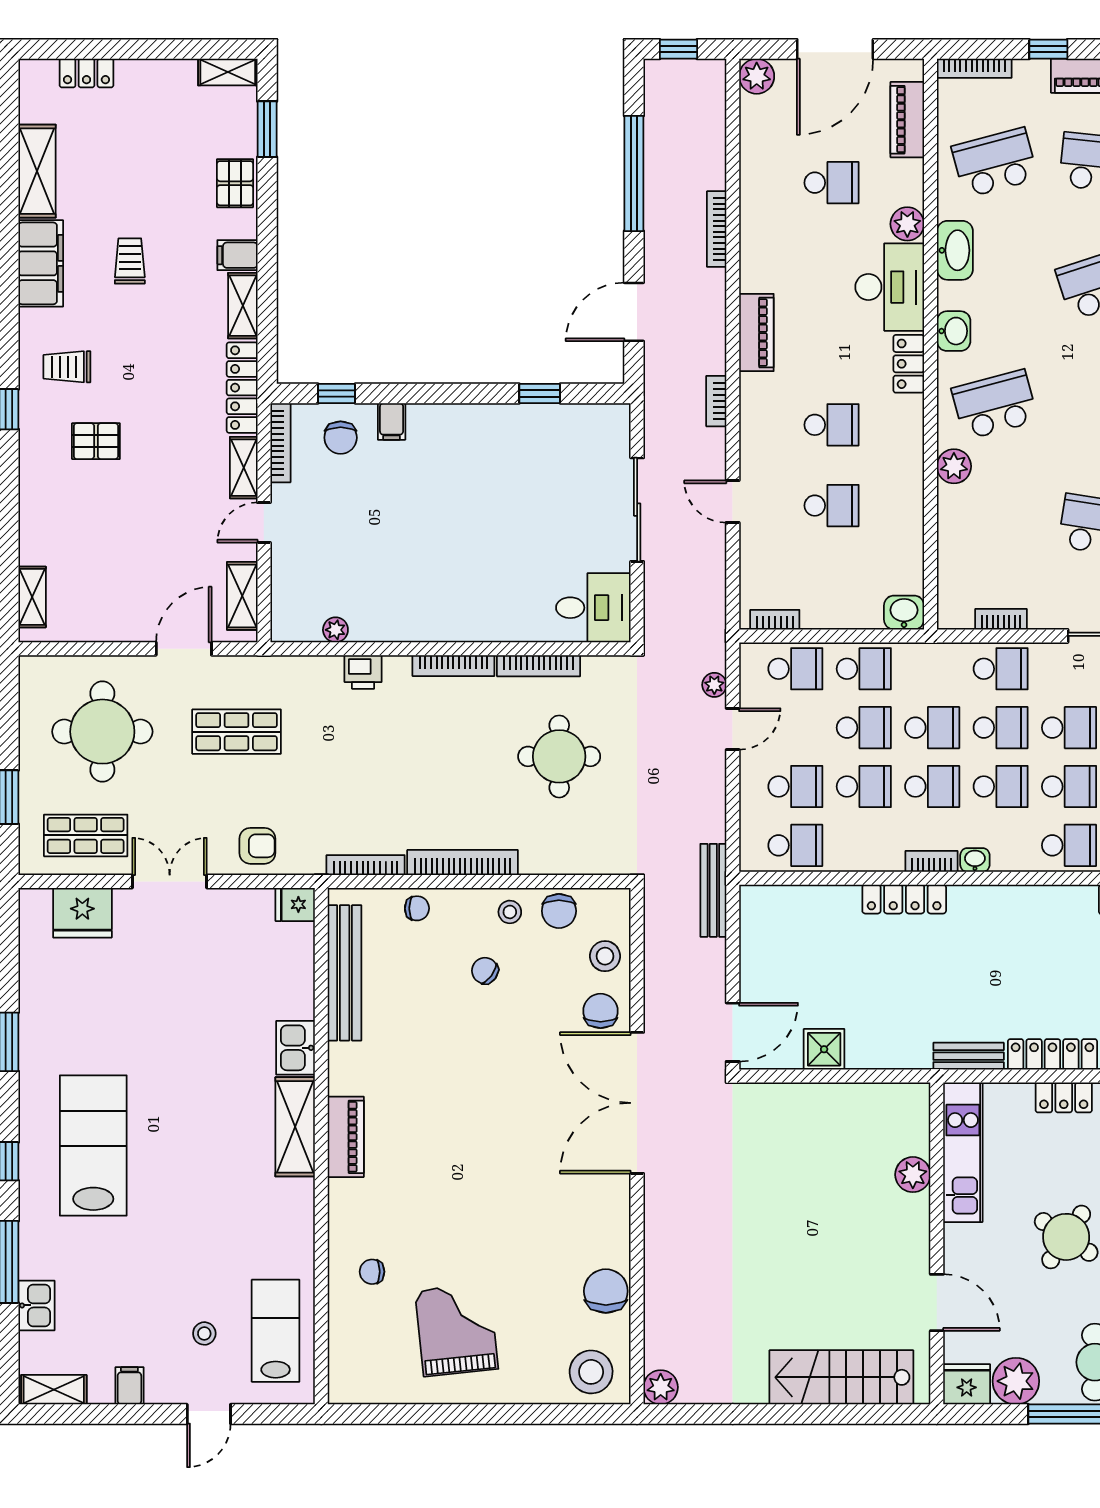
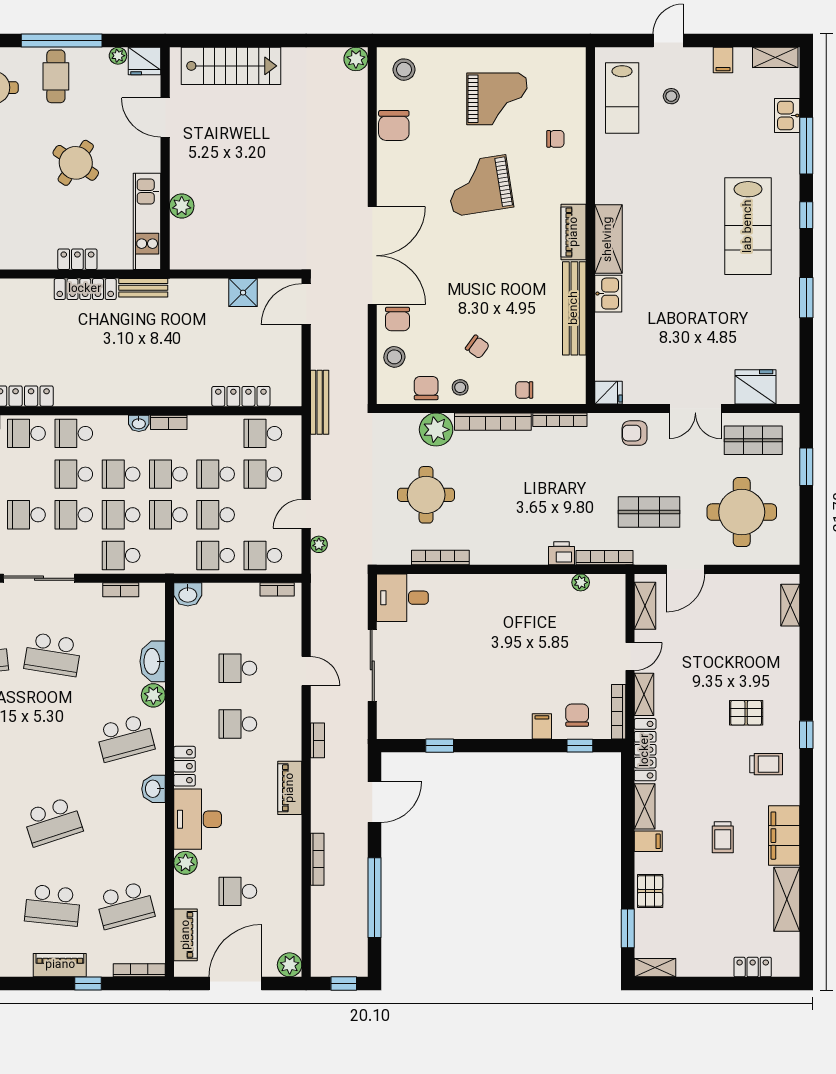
washbasin: (955, 250) -> (153, 661), moved
bookcase: (453, 666) -> (604, 558), moved
plant: (545, 851) -> (436, 430), added
locker: (904, 899) -> (241, 396), moved
bench: (345, 973) -> (574, 308), moved
grand piano: (482, 1204) -> (479, 186), added
grand piano: (457, 1330) -> (497, 99), turned -84
stool: (591, 1372) -> (404, 70), width x0.73, depth x0.73
plant: (1016, 1381) -> (118, 56), width x0.53, depth x0.53

